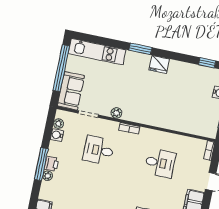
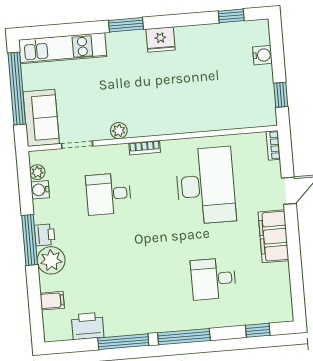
desk: (160, 163) -> (206, 186), width x1.87, depth x1.30
plant: (48, 176) -> (51, 260), width x1.88, depth x1.88

